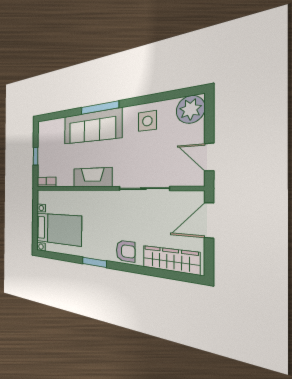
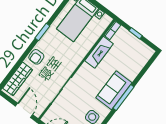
sofa: (92, 127) -> (114, 90), width x0.73
fireplace: (92, 177) -> (99, 52), moved

